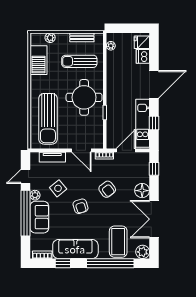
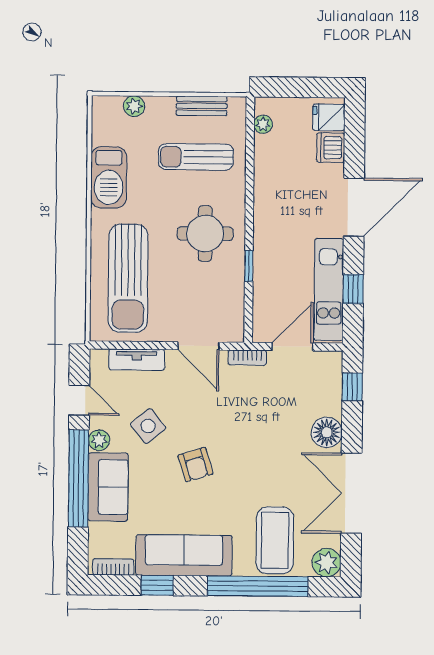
barbecue: (38, 60) -> (109, 177), moved
round table: (84, 97) -> (205, 234), width x0.73, depth x0.73
door: (25, 176) -> (79, 400), swing flipped
armchair: (107, 189) -> (253, 429), removed

